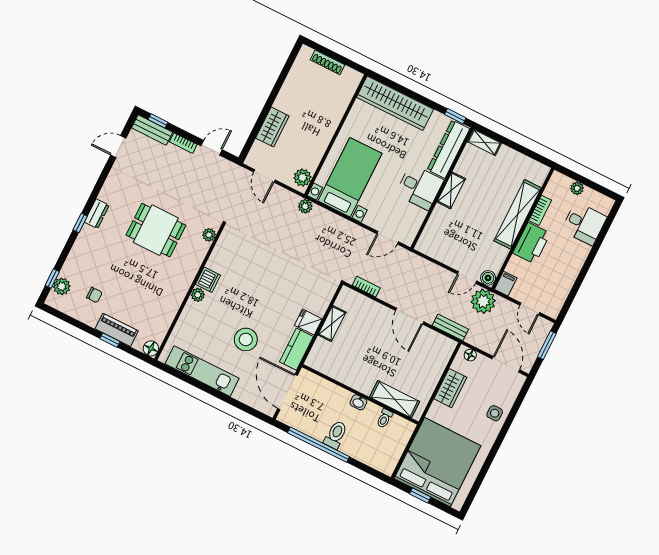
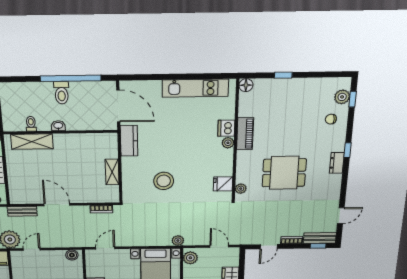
boiler: (488, 278) -> (72, 255), moved
dishwasher: (208, 280) -> (226, 128), moved
chair: (94, 295) -> (331, 119), moved
fridge: (308, 322) -> (223, 184), moved, turned 180
piano: (117, 330) -> (245, 134), moved, turned -90
stool: (246, 339) -> (164, 181), moved

